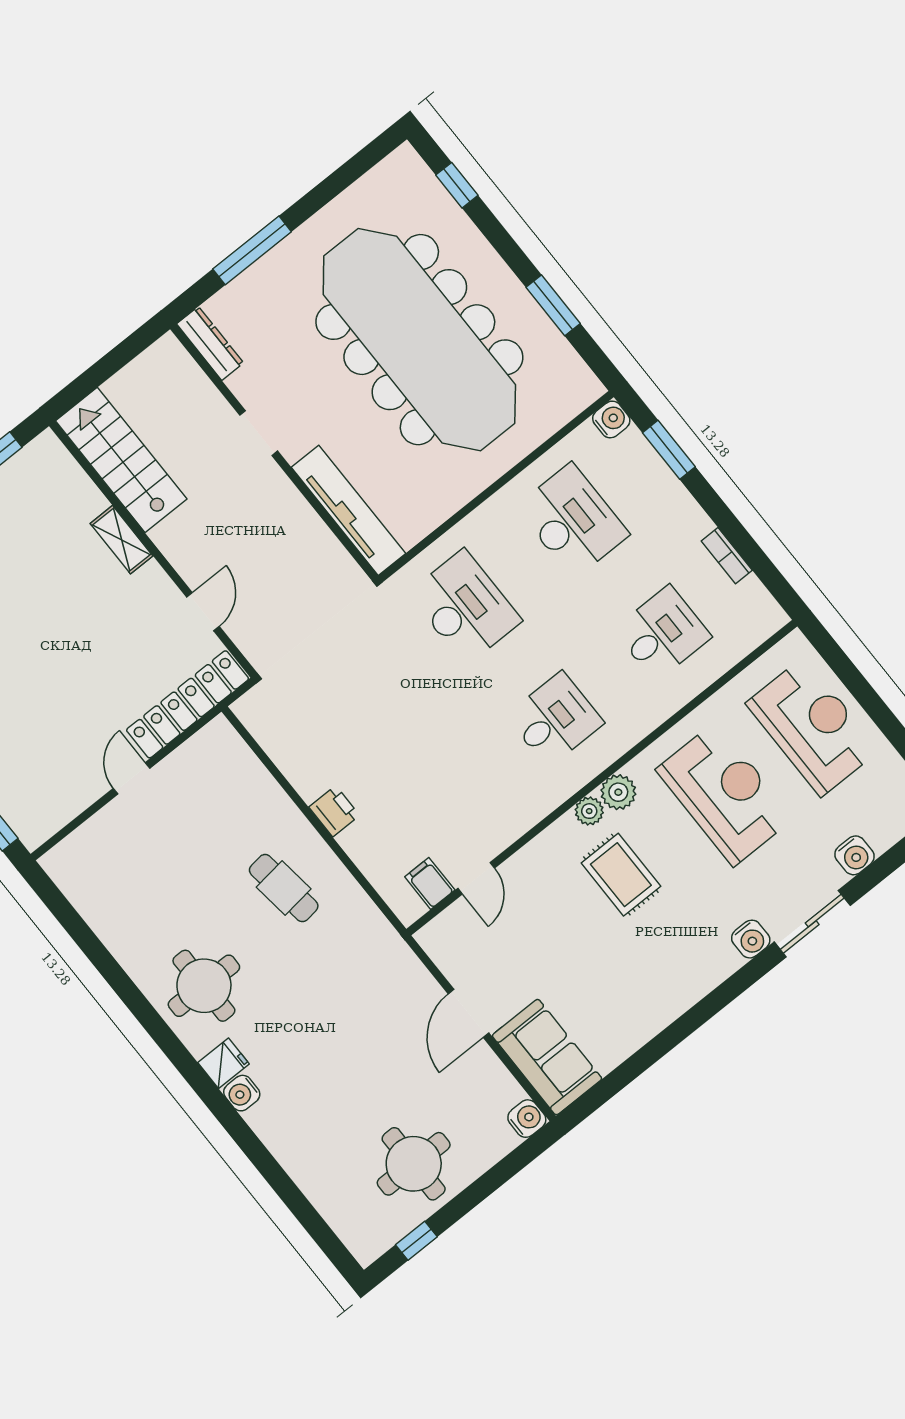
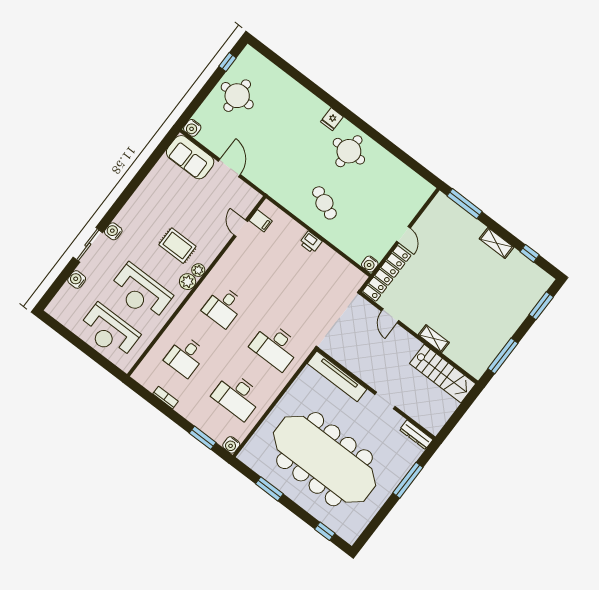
cafe table: (284, 888) -> (324, 203), turned 31
water cooler: (242, 1093) -> (370, 264), moved, turned 180

